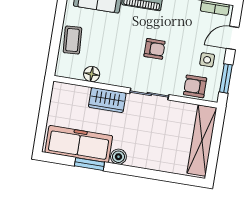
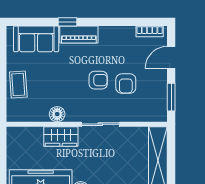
side table: (207, 60) -> (150, 82), removed
floor lamp: (92, 74) -> (57, 114), moved
armchair: (195, 86) -> (126, 84), moved, turned -90

